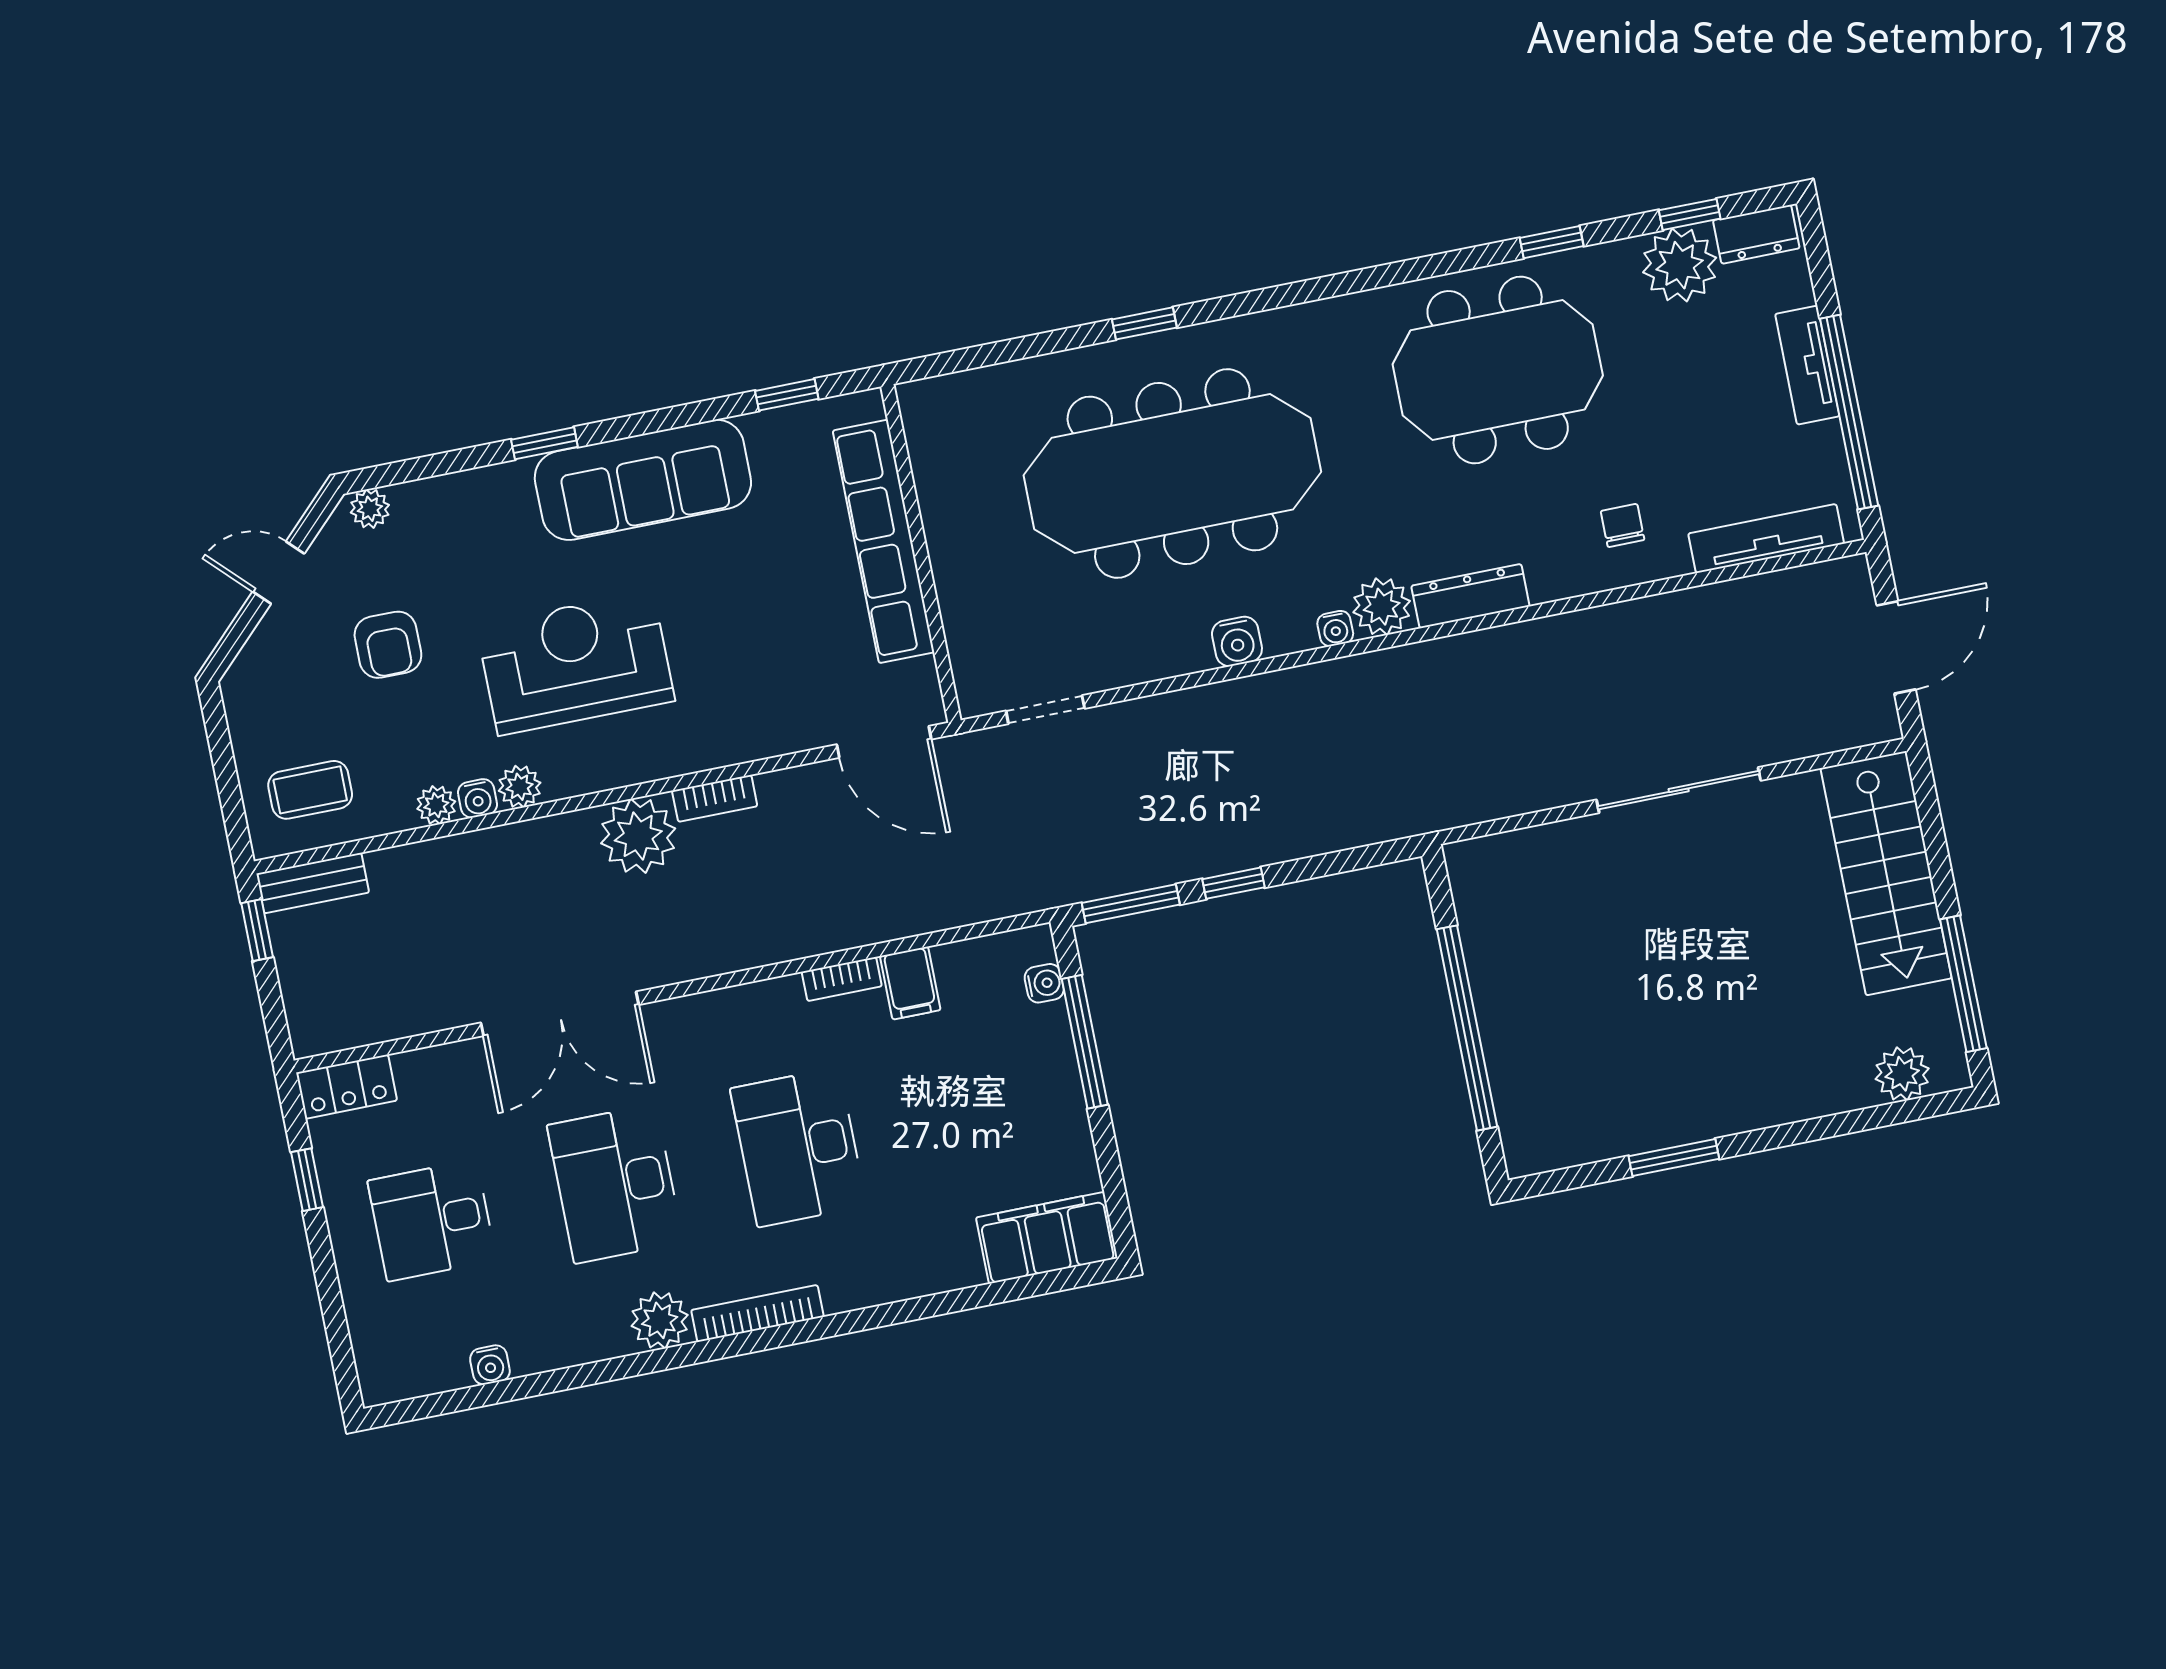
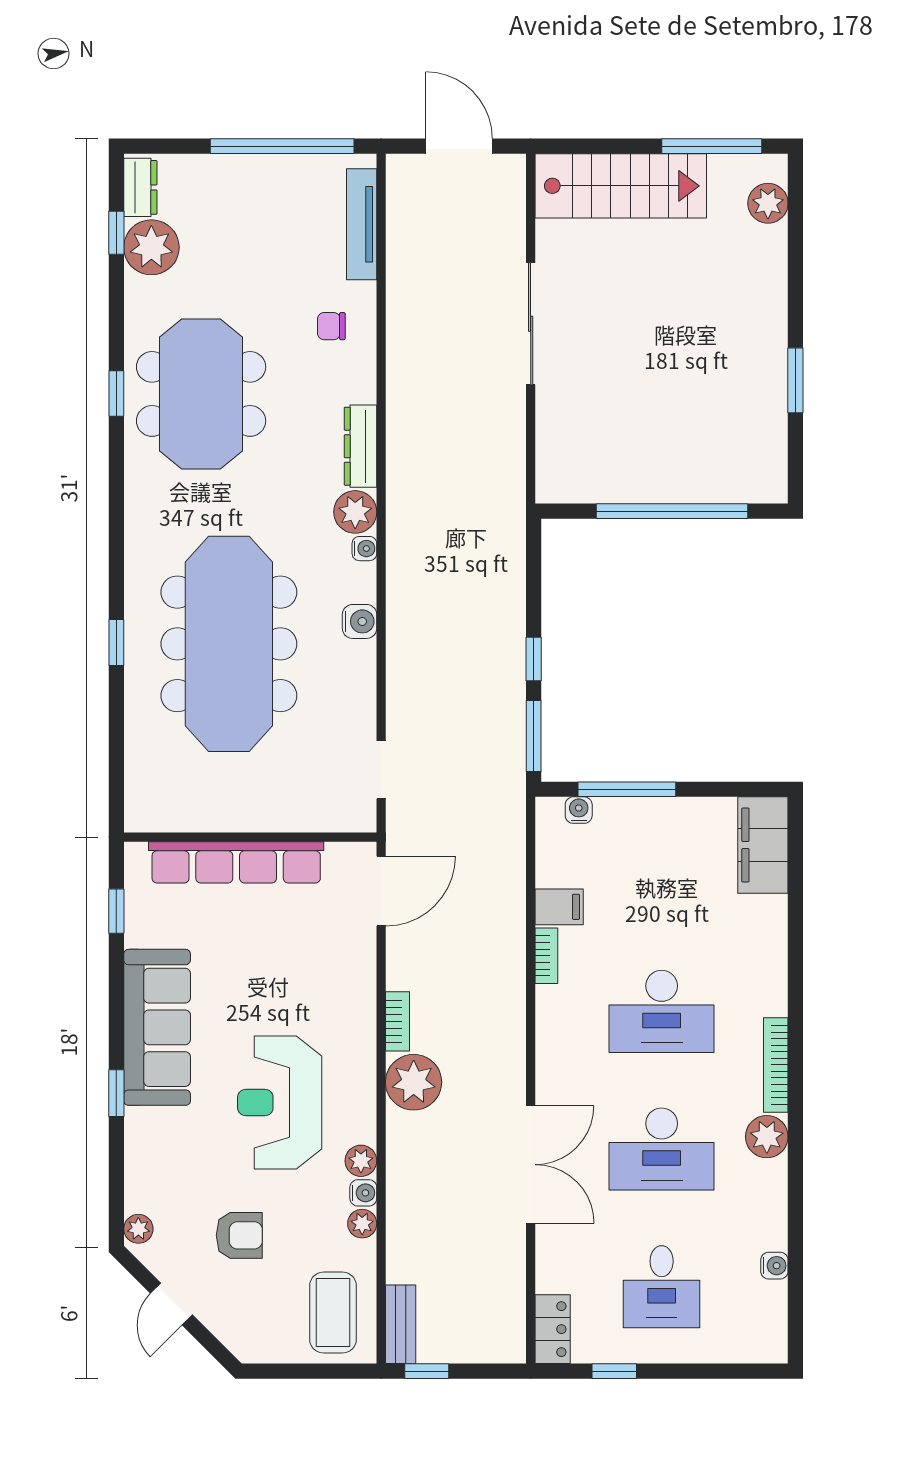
window: (1552, 242) -> (116, 394), moved
tv unit: (1807, 365) -> (242, 169), removed
coffee table: (310, 790) -> (333, 1313), width x1.36, depth x1.30

